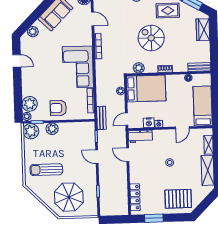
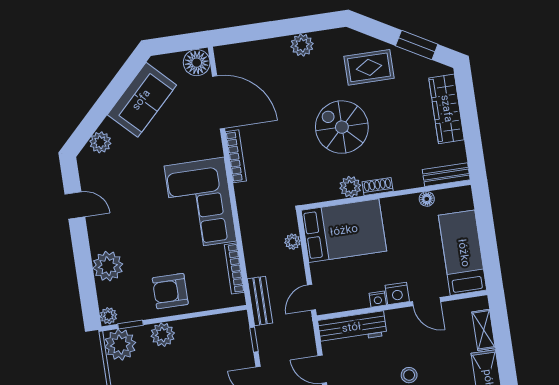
door: (93, 19) -> (219, 102), width x1.87
wardrobe: (203, 30) -> (446, 109), width x1.50
plant: (139, 68) -> (350, 187), moved
plant: (30, 104) -> (108, 266), moved
nightstand: (149, 123) -> (397, 293), moved
door: (182, 128) -> (427, 302), hinge flipped
workbench: (140, 136) -> (352, 328), width x1.38

